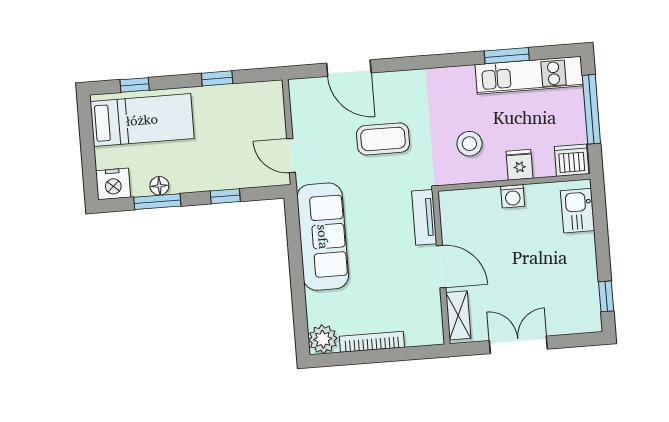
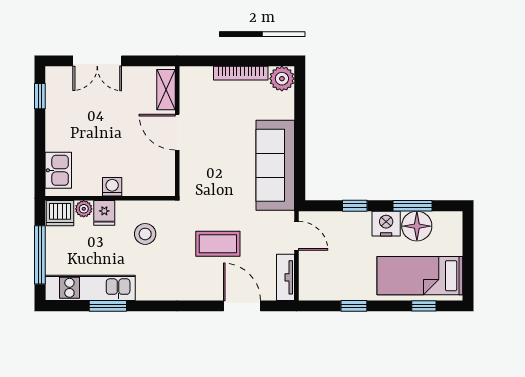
plant: (544, 168) -> (84, 209), added
nightstand: (113, 184) -> (386, 224), moved
floor lamp: (159, 186) -> (417, 226), width x1.89, depth x1.89
tv unit: (424, 217) -> (286, 277), moved, turned 180
double door: (518, 345) -> (97, 61), moved

